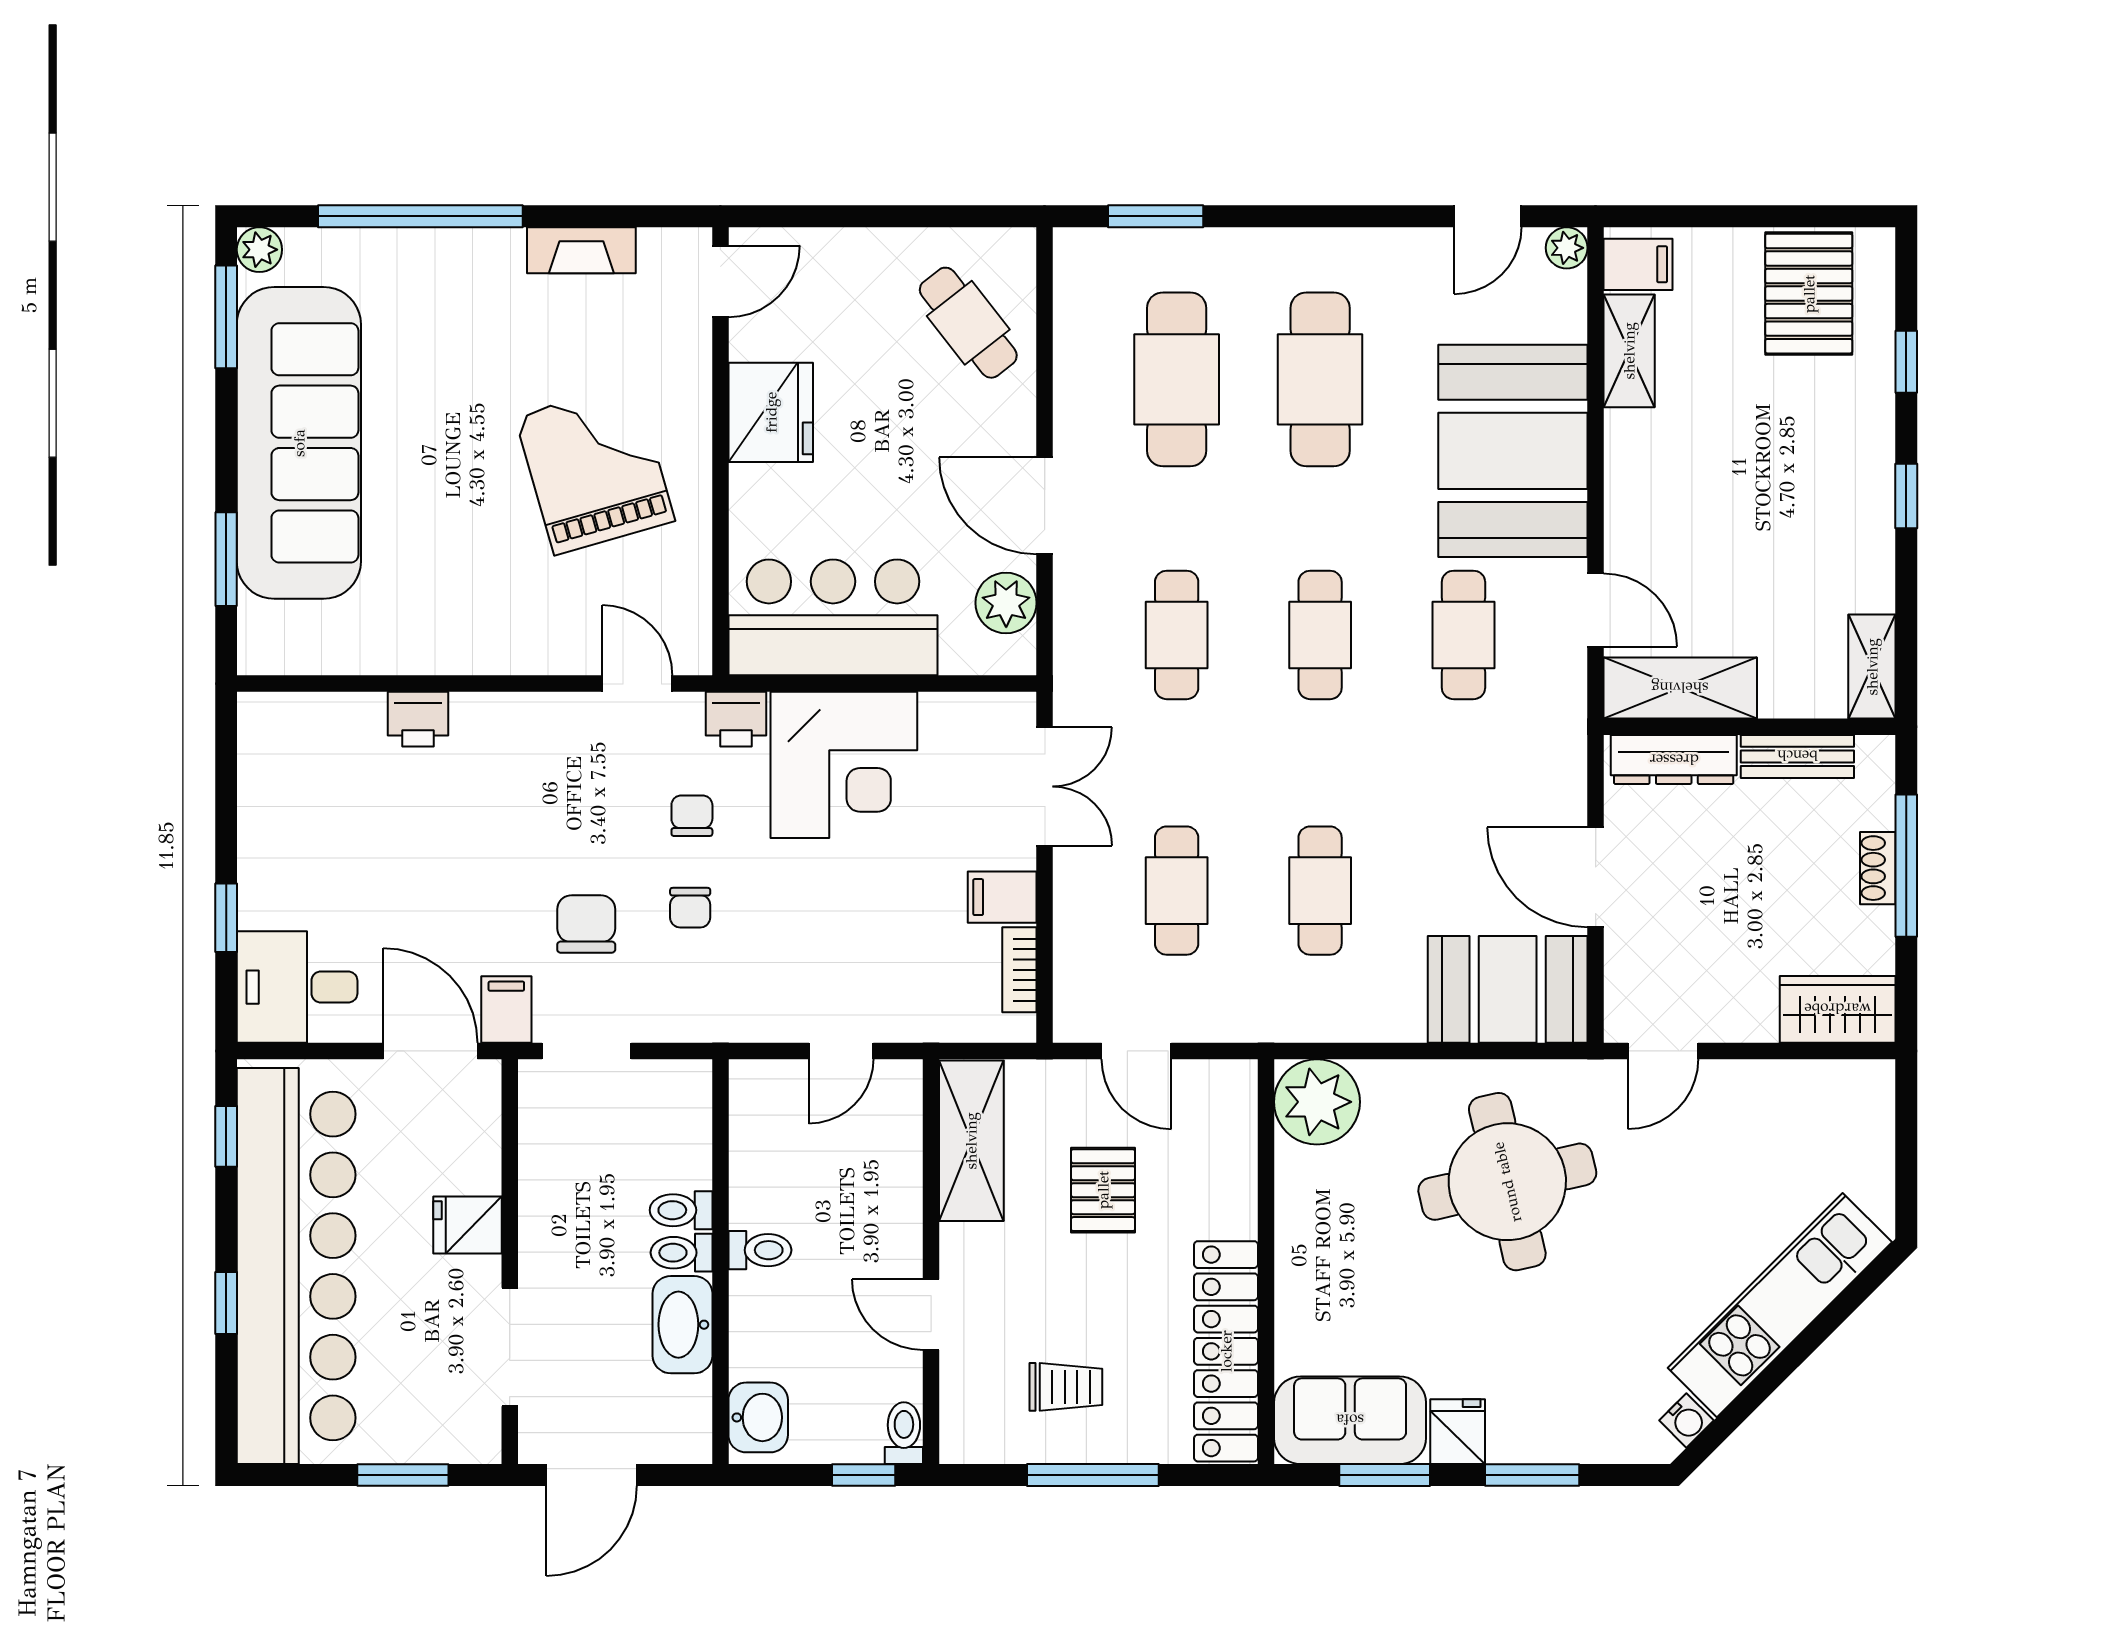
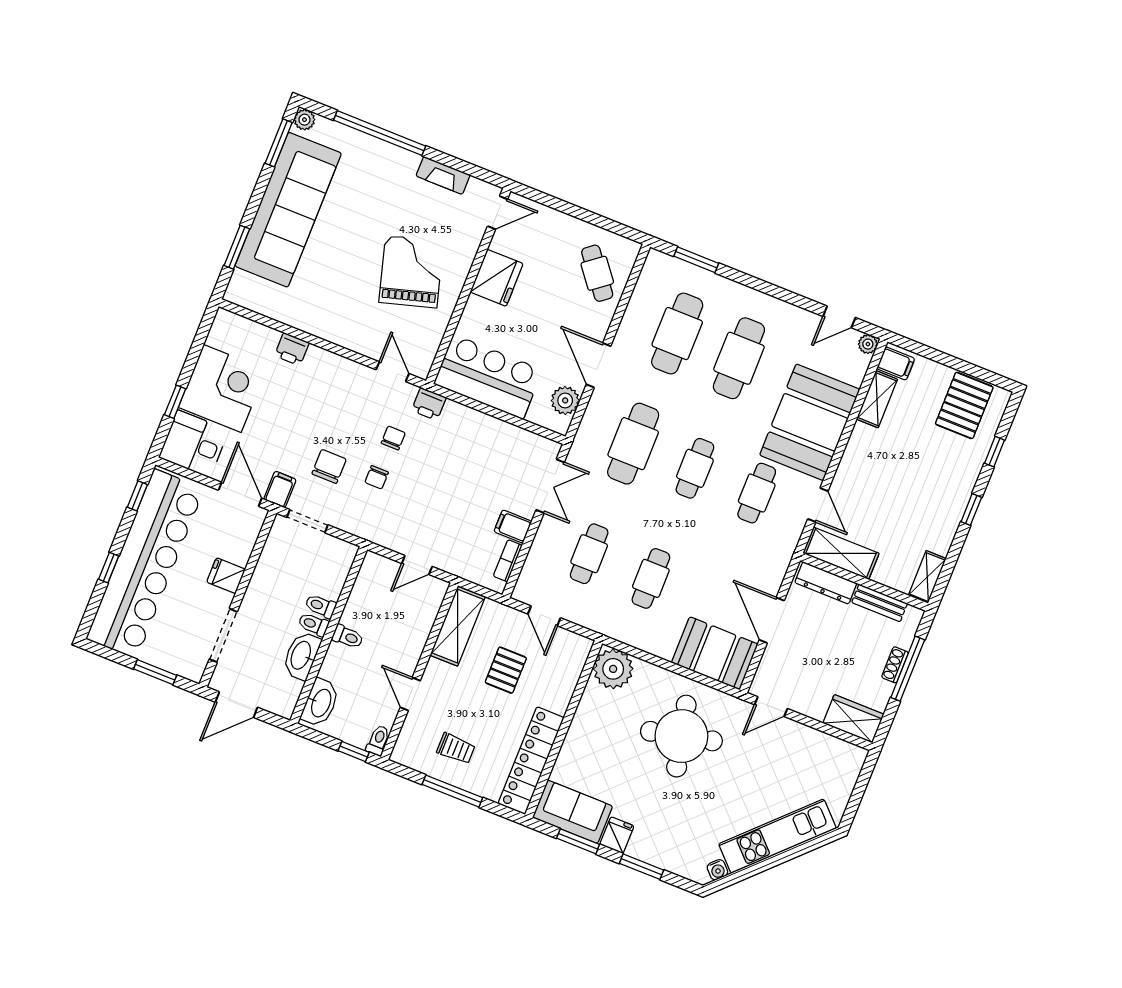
cafe table: (1177, 635) -> (633, 444), width x1.37, depth x1.35
corner desk: (844, 765) -> (222, 389), moved, turned -90
washbasin: (758, 1417) -> (320, 703), width x1.38

